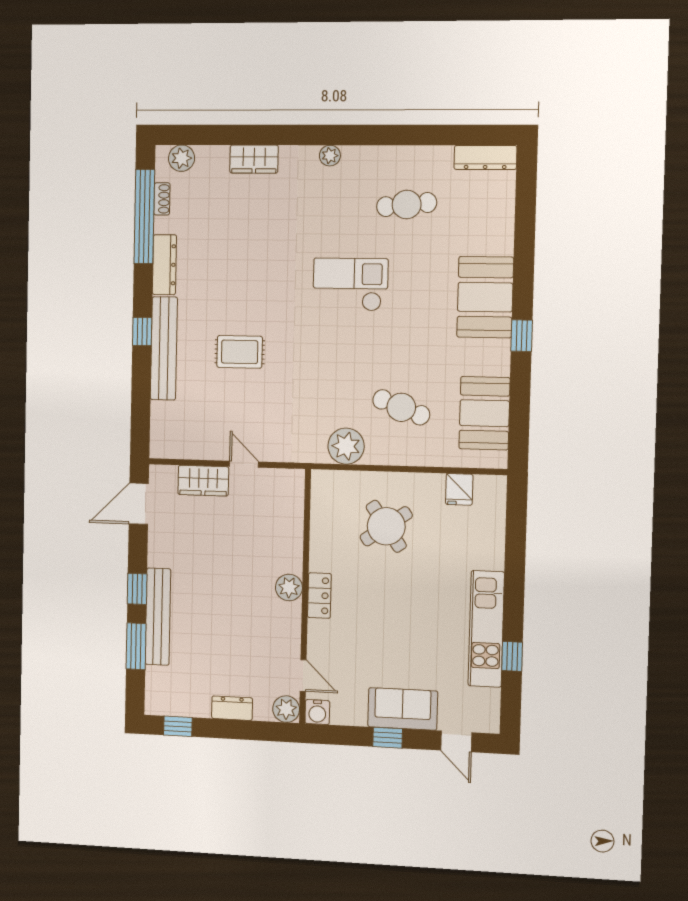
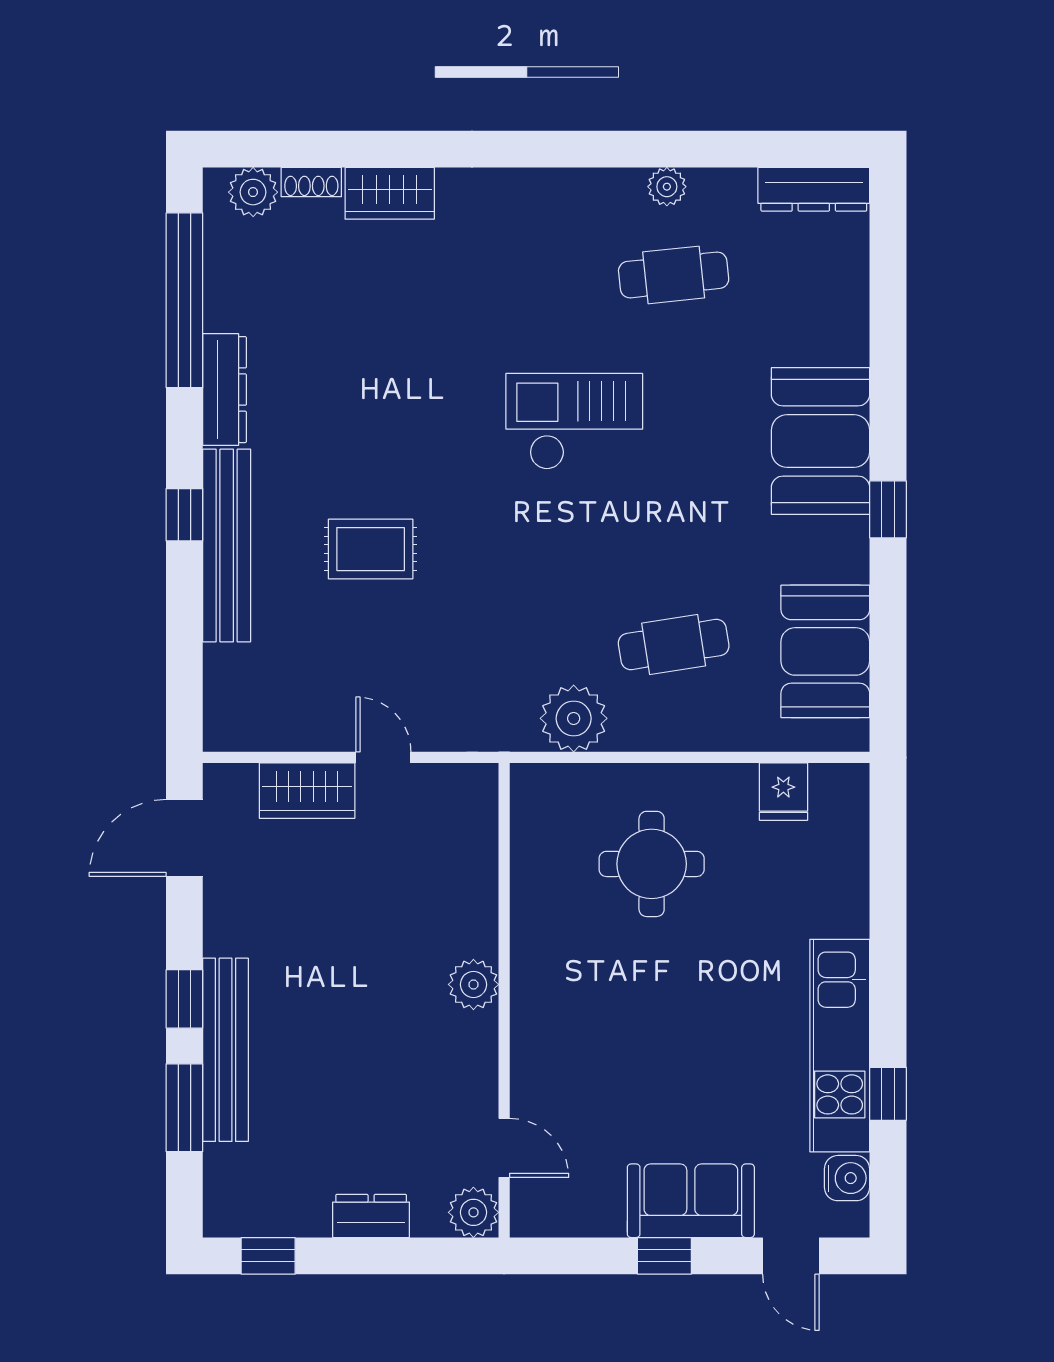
plant: (330, 156) -> (667, 187), moved
shoe rack: (162, 199) -> (311, 182), moved, turned 90
cafe table: (401, 407) -> (674, 644), turned -30
round table: (386, 526) -> (652, 864), turned 35
locker: (319, 596) -> (531, 997), removed
water cooler: (317, 712) -> (847, 1178), moved, turned -90

